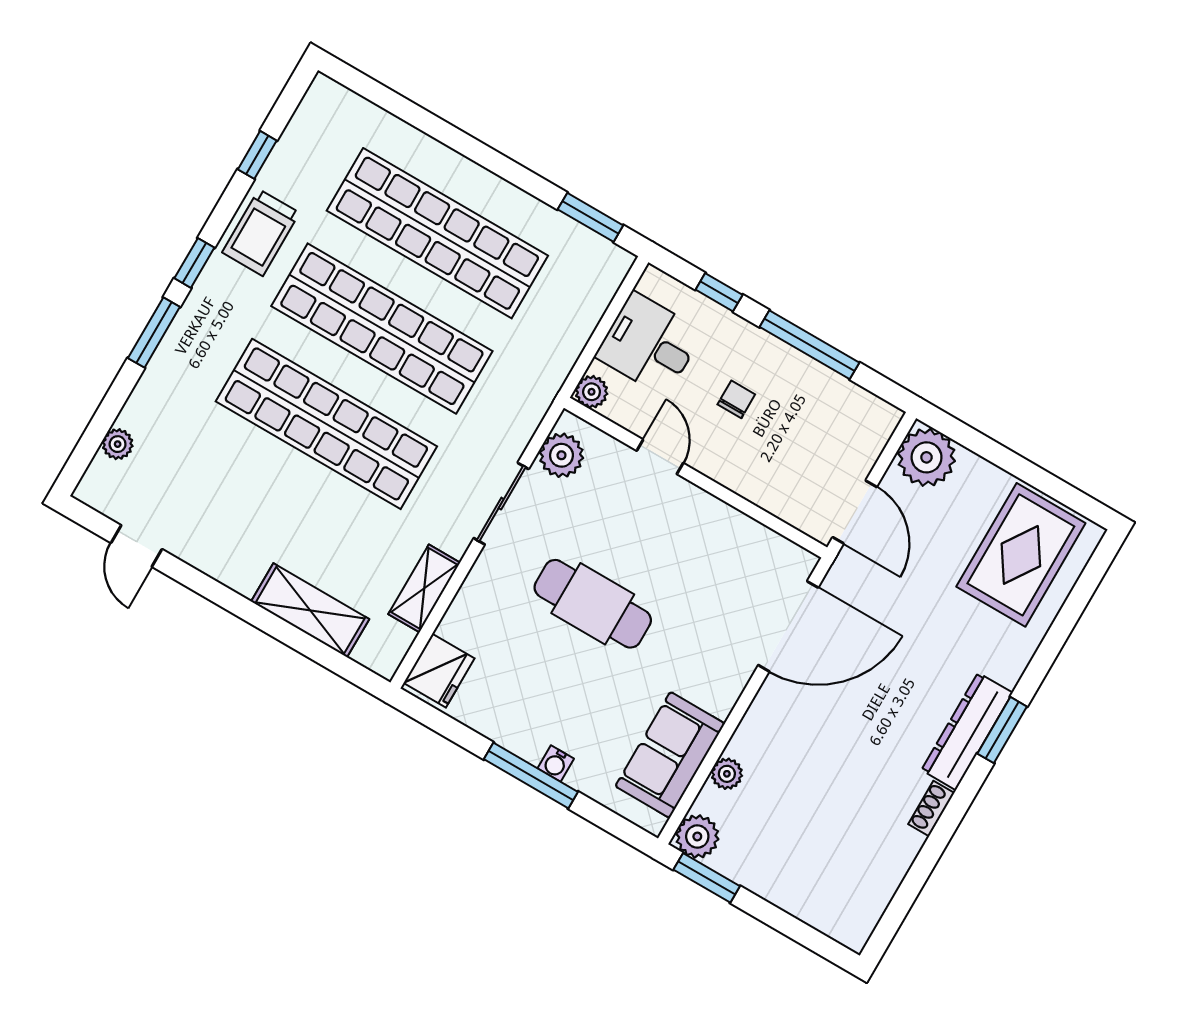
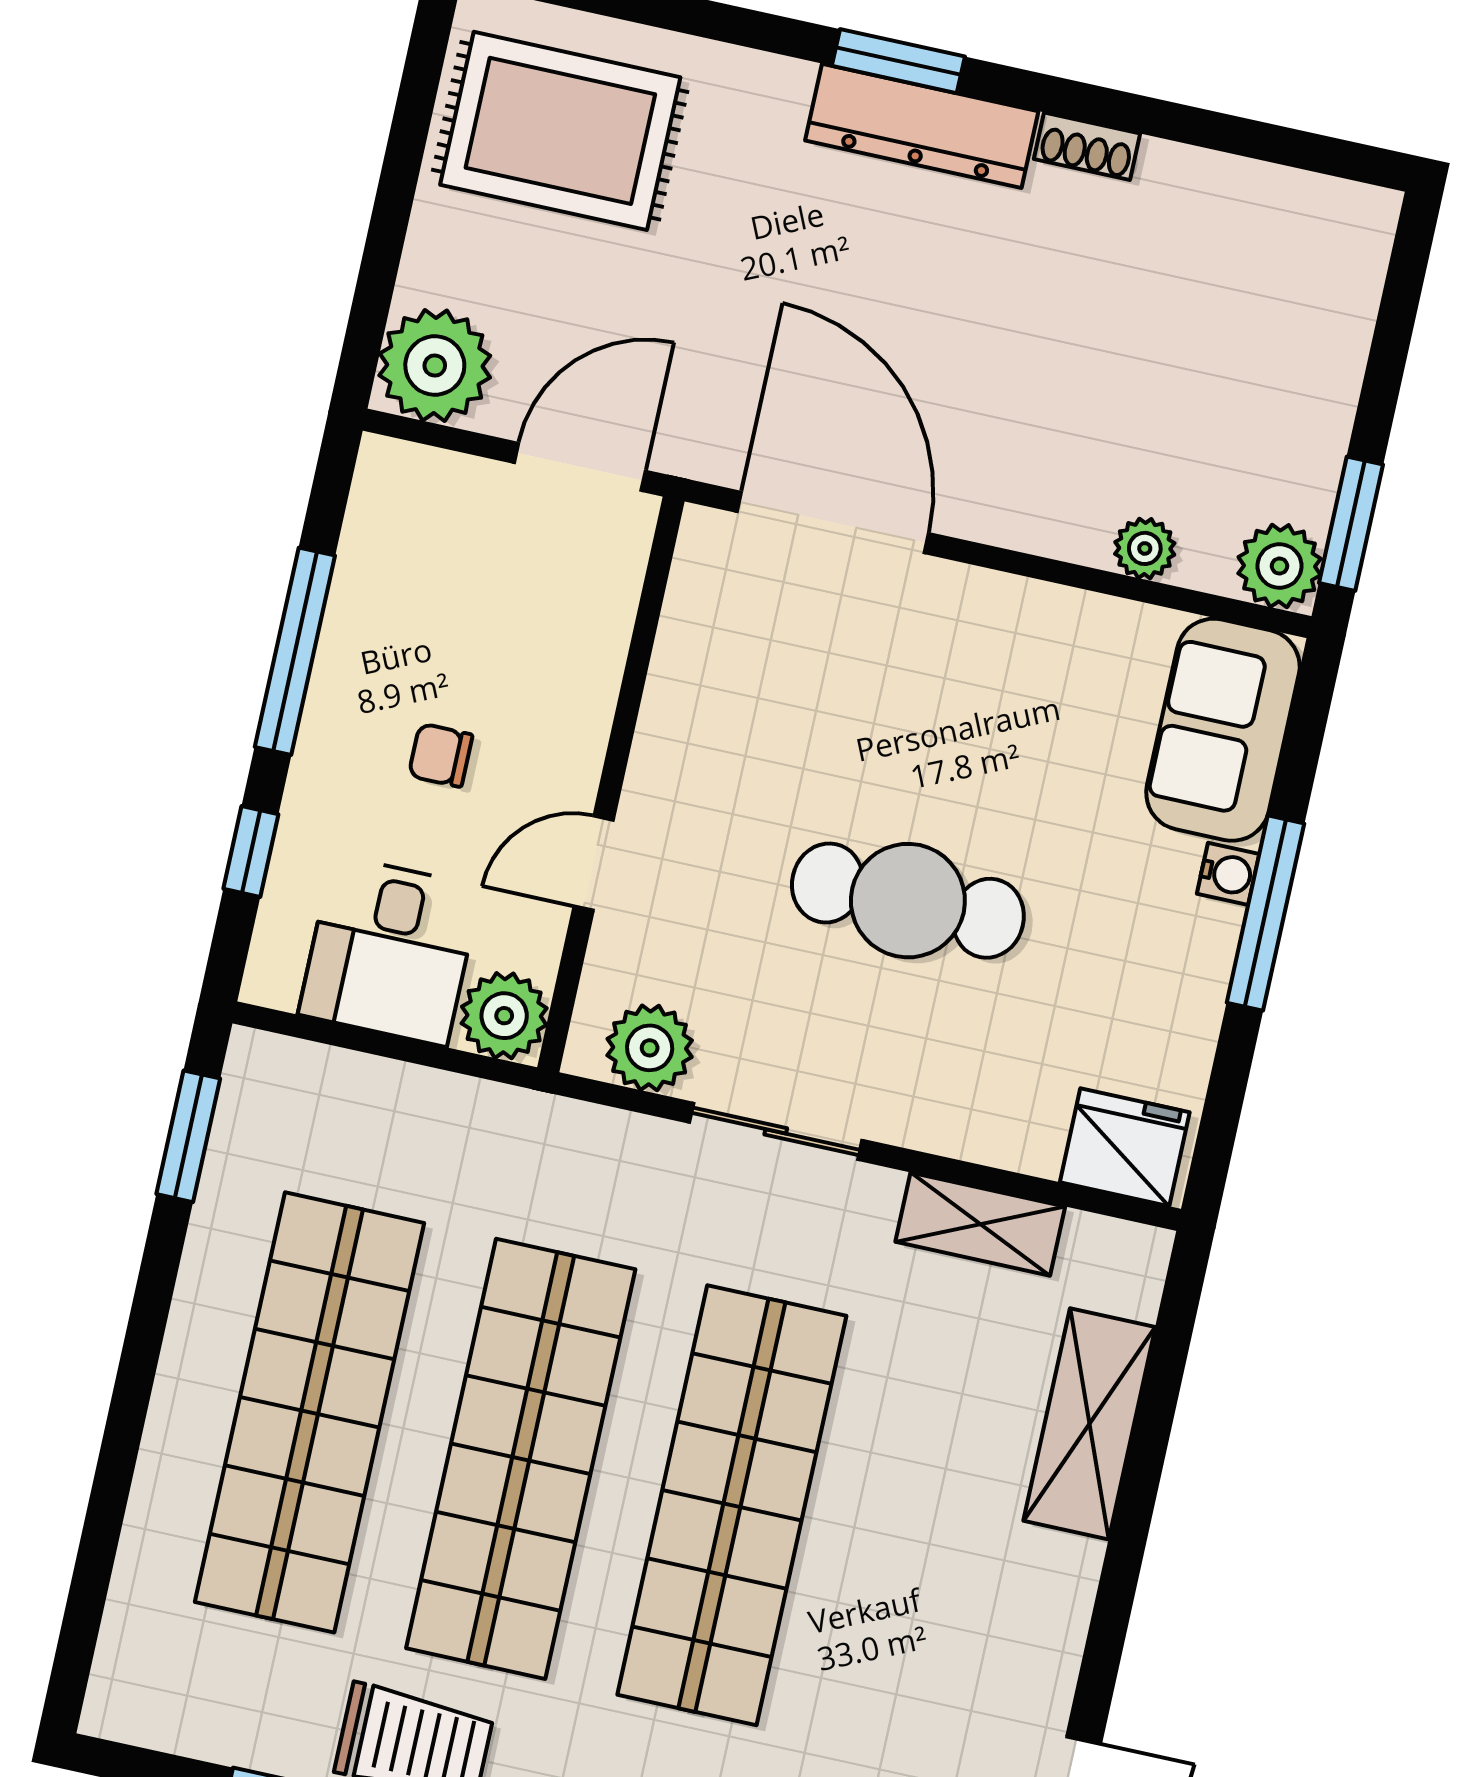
plant: (592, 392) -> (504, 1016), width x1.38, depth x1.38
cafe table: (593, 604) -> (908, 901), turned 90
sofa: (670, 755) -> (1223, 730), moved, turned 90

